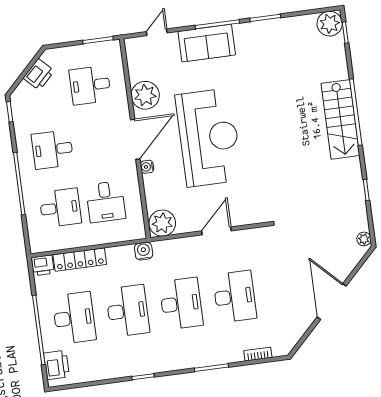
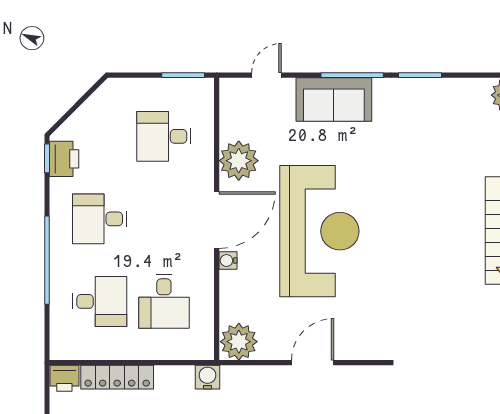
printer: (39, 74) -> (64, 159), moved, turned -45

